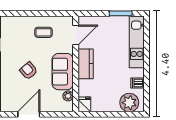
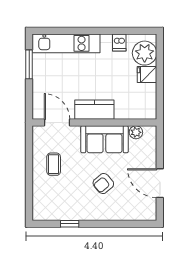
fridge: (84, 104) -> (147, 75), moved

